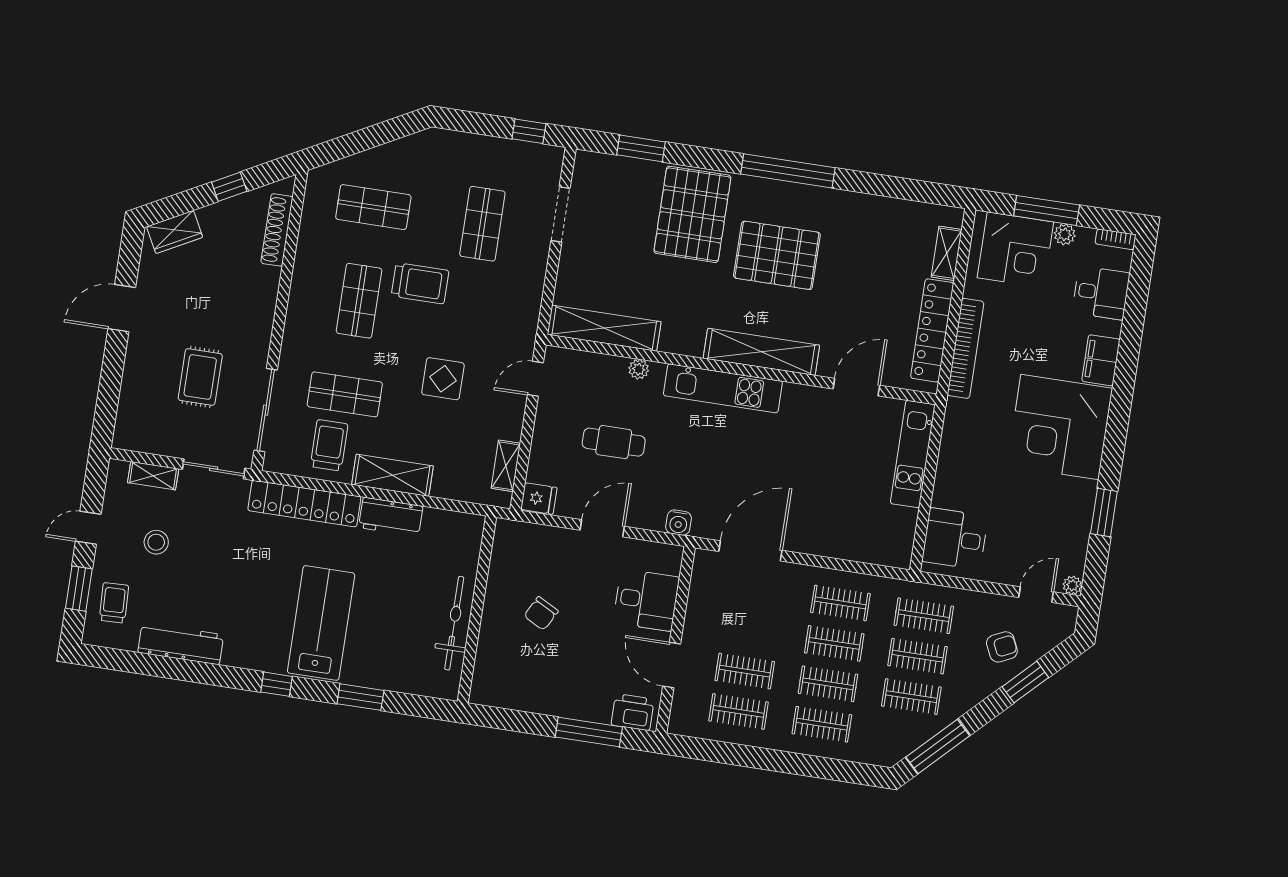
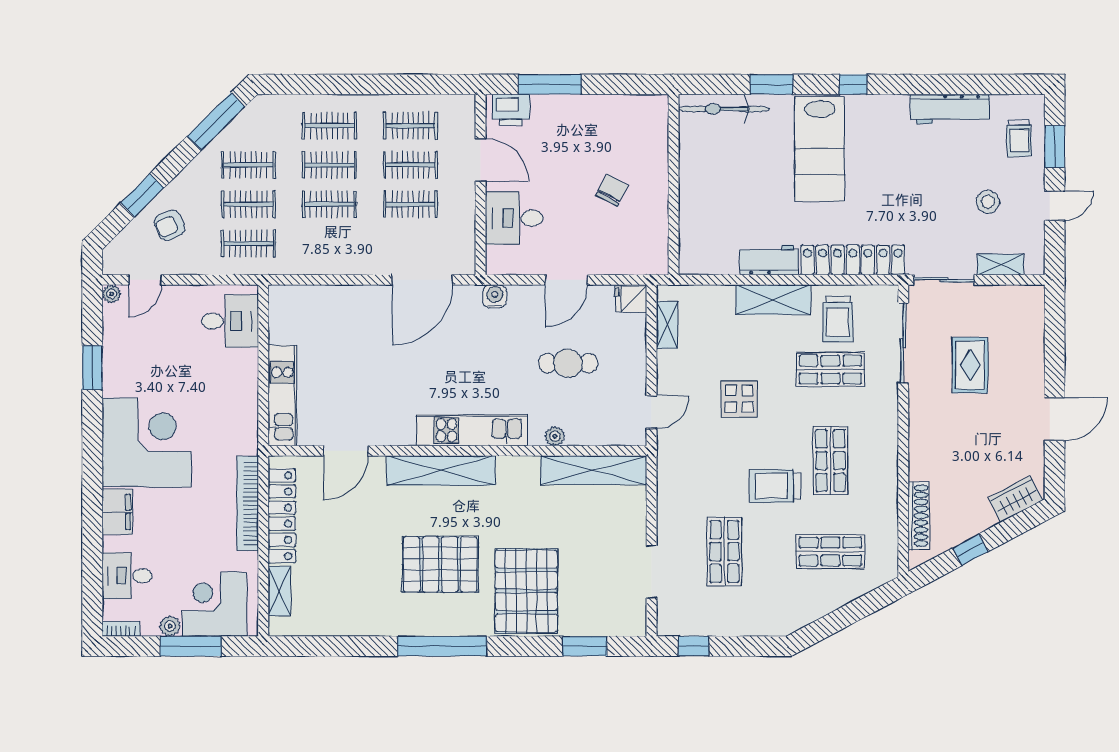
clothes rail: (840, 603) -> (410, 204), moved
bicycle: (454, 623) -> (724, 109), moved, turned 90

